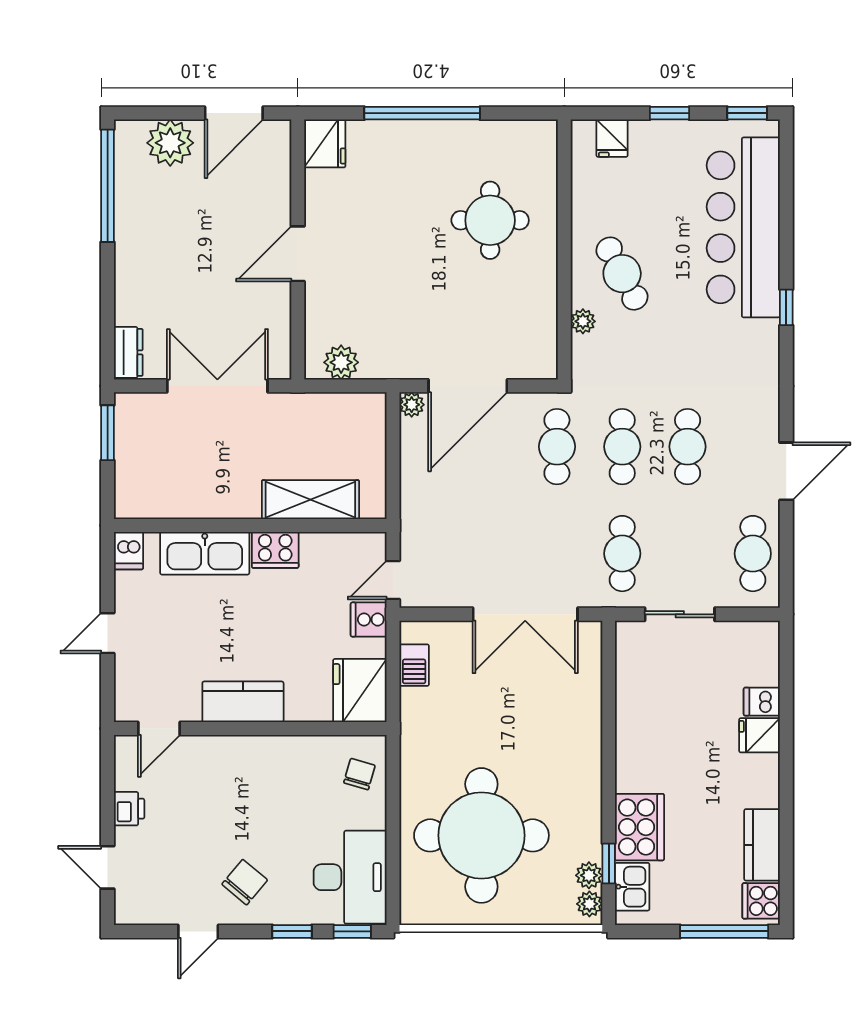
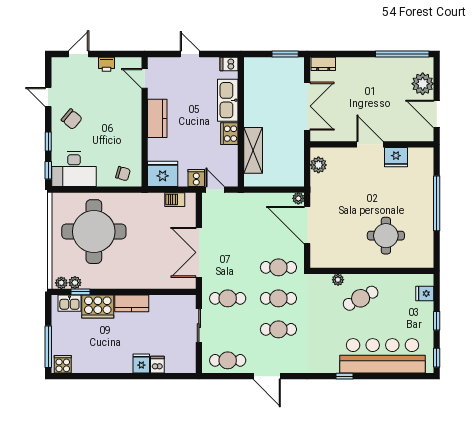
fridge: (325, 143) -> (396, 157), moved
kitchen counter: (762, 845) -> (132, 303), moved, turned 180

